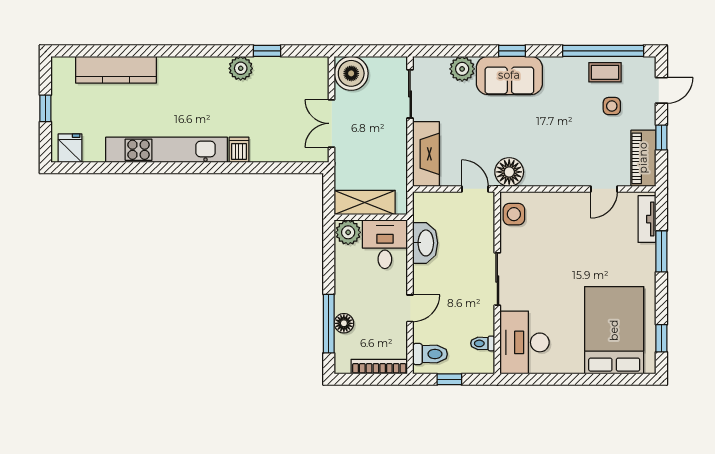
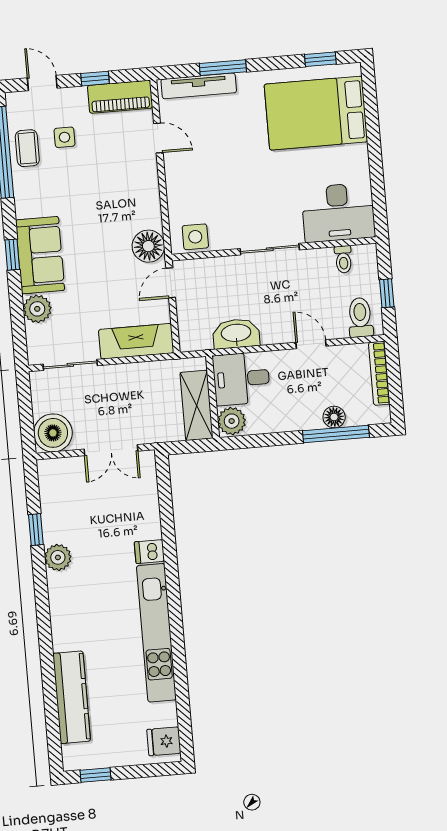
window: (45, 108) -> (95, 775), moved
tv unit: (647, 219) -> (199, 86), width x1.41

